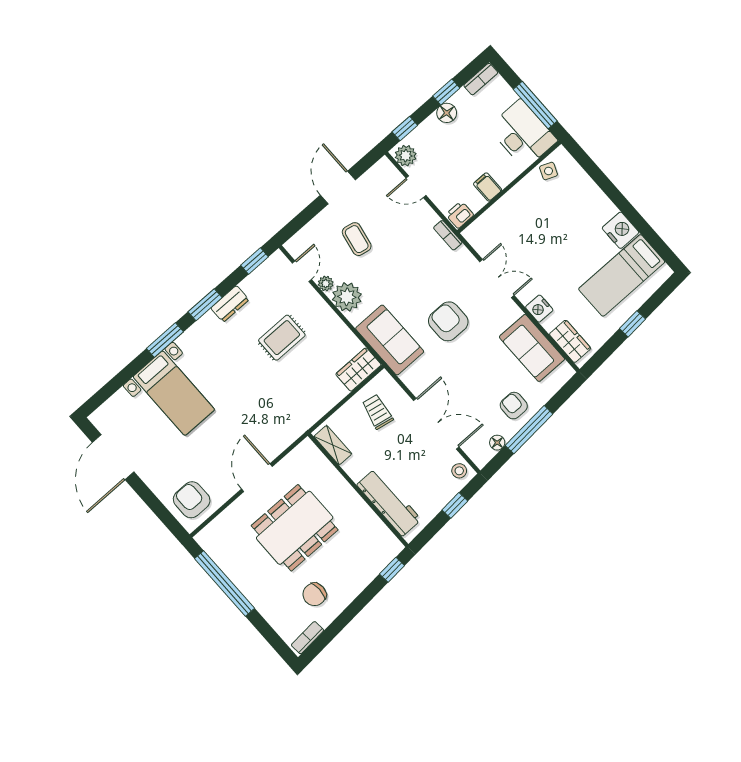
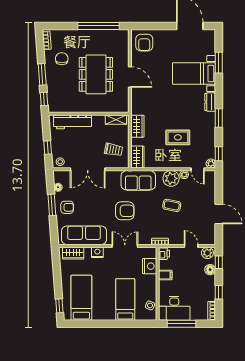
floor lamp: (447, 113) -> (210, 270), moved
door: (416, 187) -> (191, 246), hinge flipped
bed: (571, 213) -> (125, 300), added
nightstand: (620, 230) -> (150, 266), moved, turned -90
coffee table: (357, 239) -> (172, 205), moved
plant: (278, 260) -> (211, 164), added
double door: (497, 278) -> (125, 246), swing flipped
dresser: (230, 304) -> (210, 102), moved
window: (632, 324) -> (59, 306), moved
rug: (282, 338) -> (178, 137), turned 90
window: (165, 340) -> (219, 63), moved
sofa: (532, 348) -> (84, 235), width x1.36
wardrobe: (316, 407) -> (137, 126), added
window: (529, 430) -> (52, 205), width x0.69
armchair: (192, 500) -> (144, 43), turned 90
window: (360, 602) -> (42, 74), added

